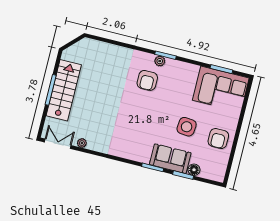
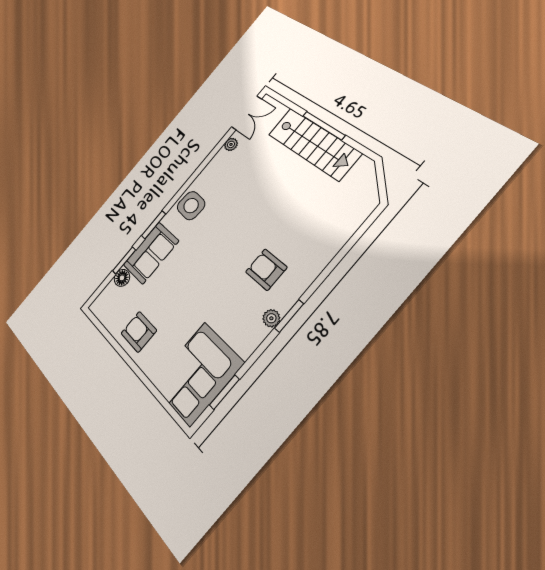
plant: (160, 61) -> (271, 318), moved
side table: (187, 127) -> (191, 206), moved

